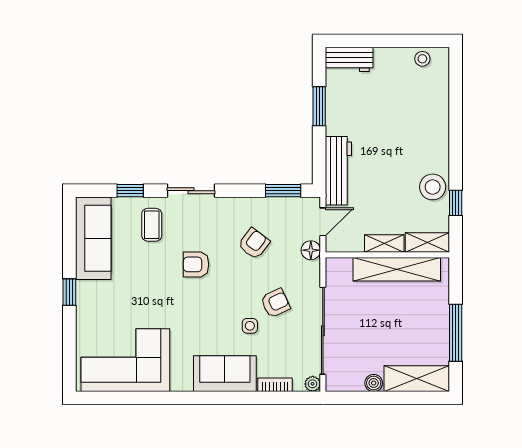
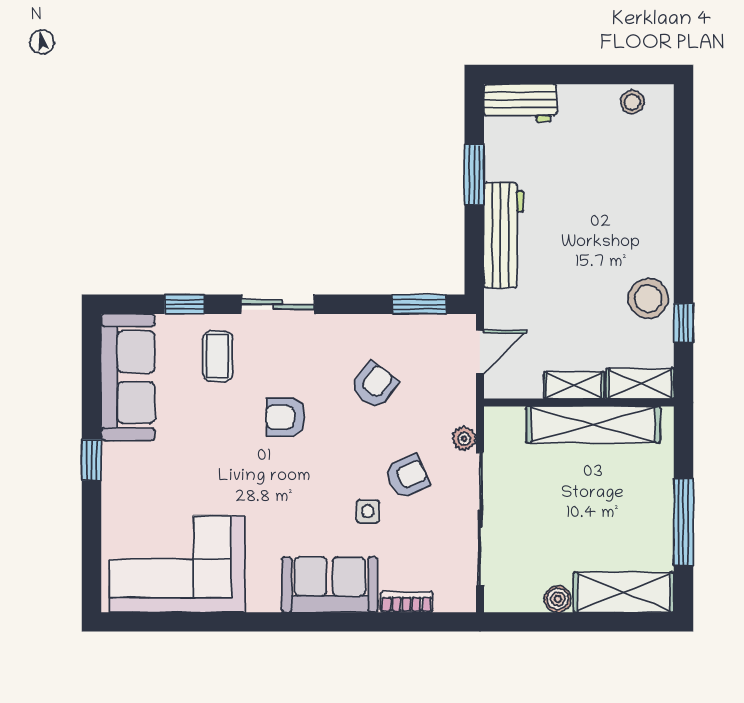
workbench: (338, 171) -> (504, 235), moved
floor lamp: (311, 250) -> (461, 395), removed
plant: (313, 384) -> (464, 439), moved

